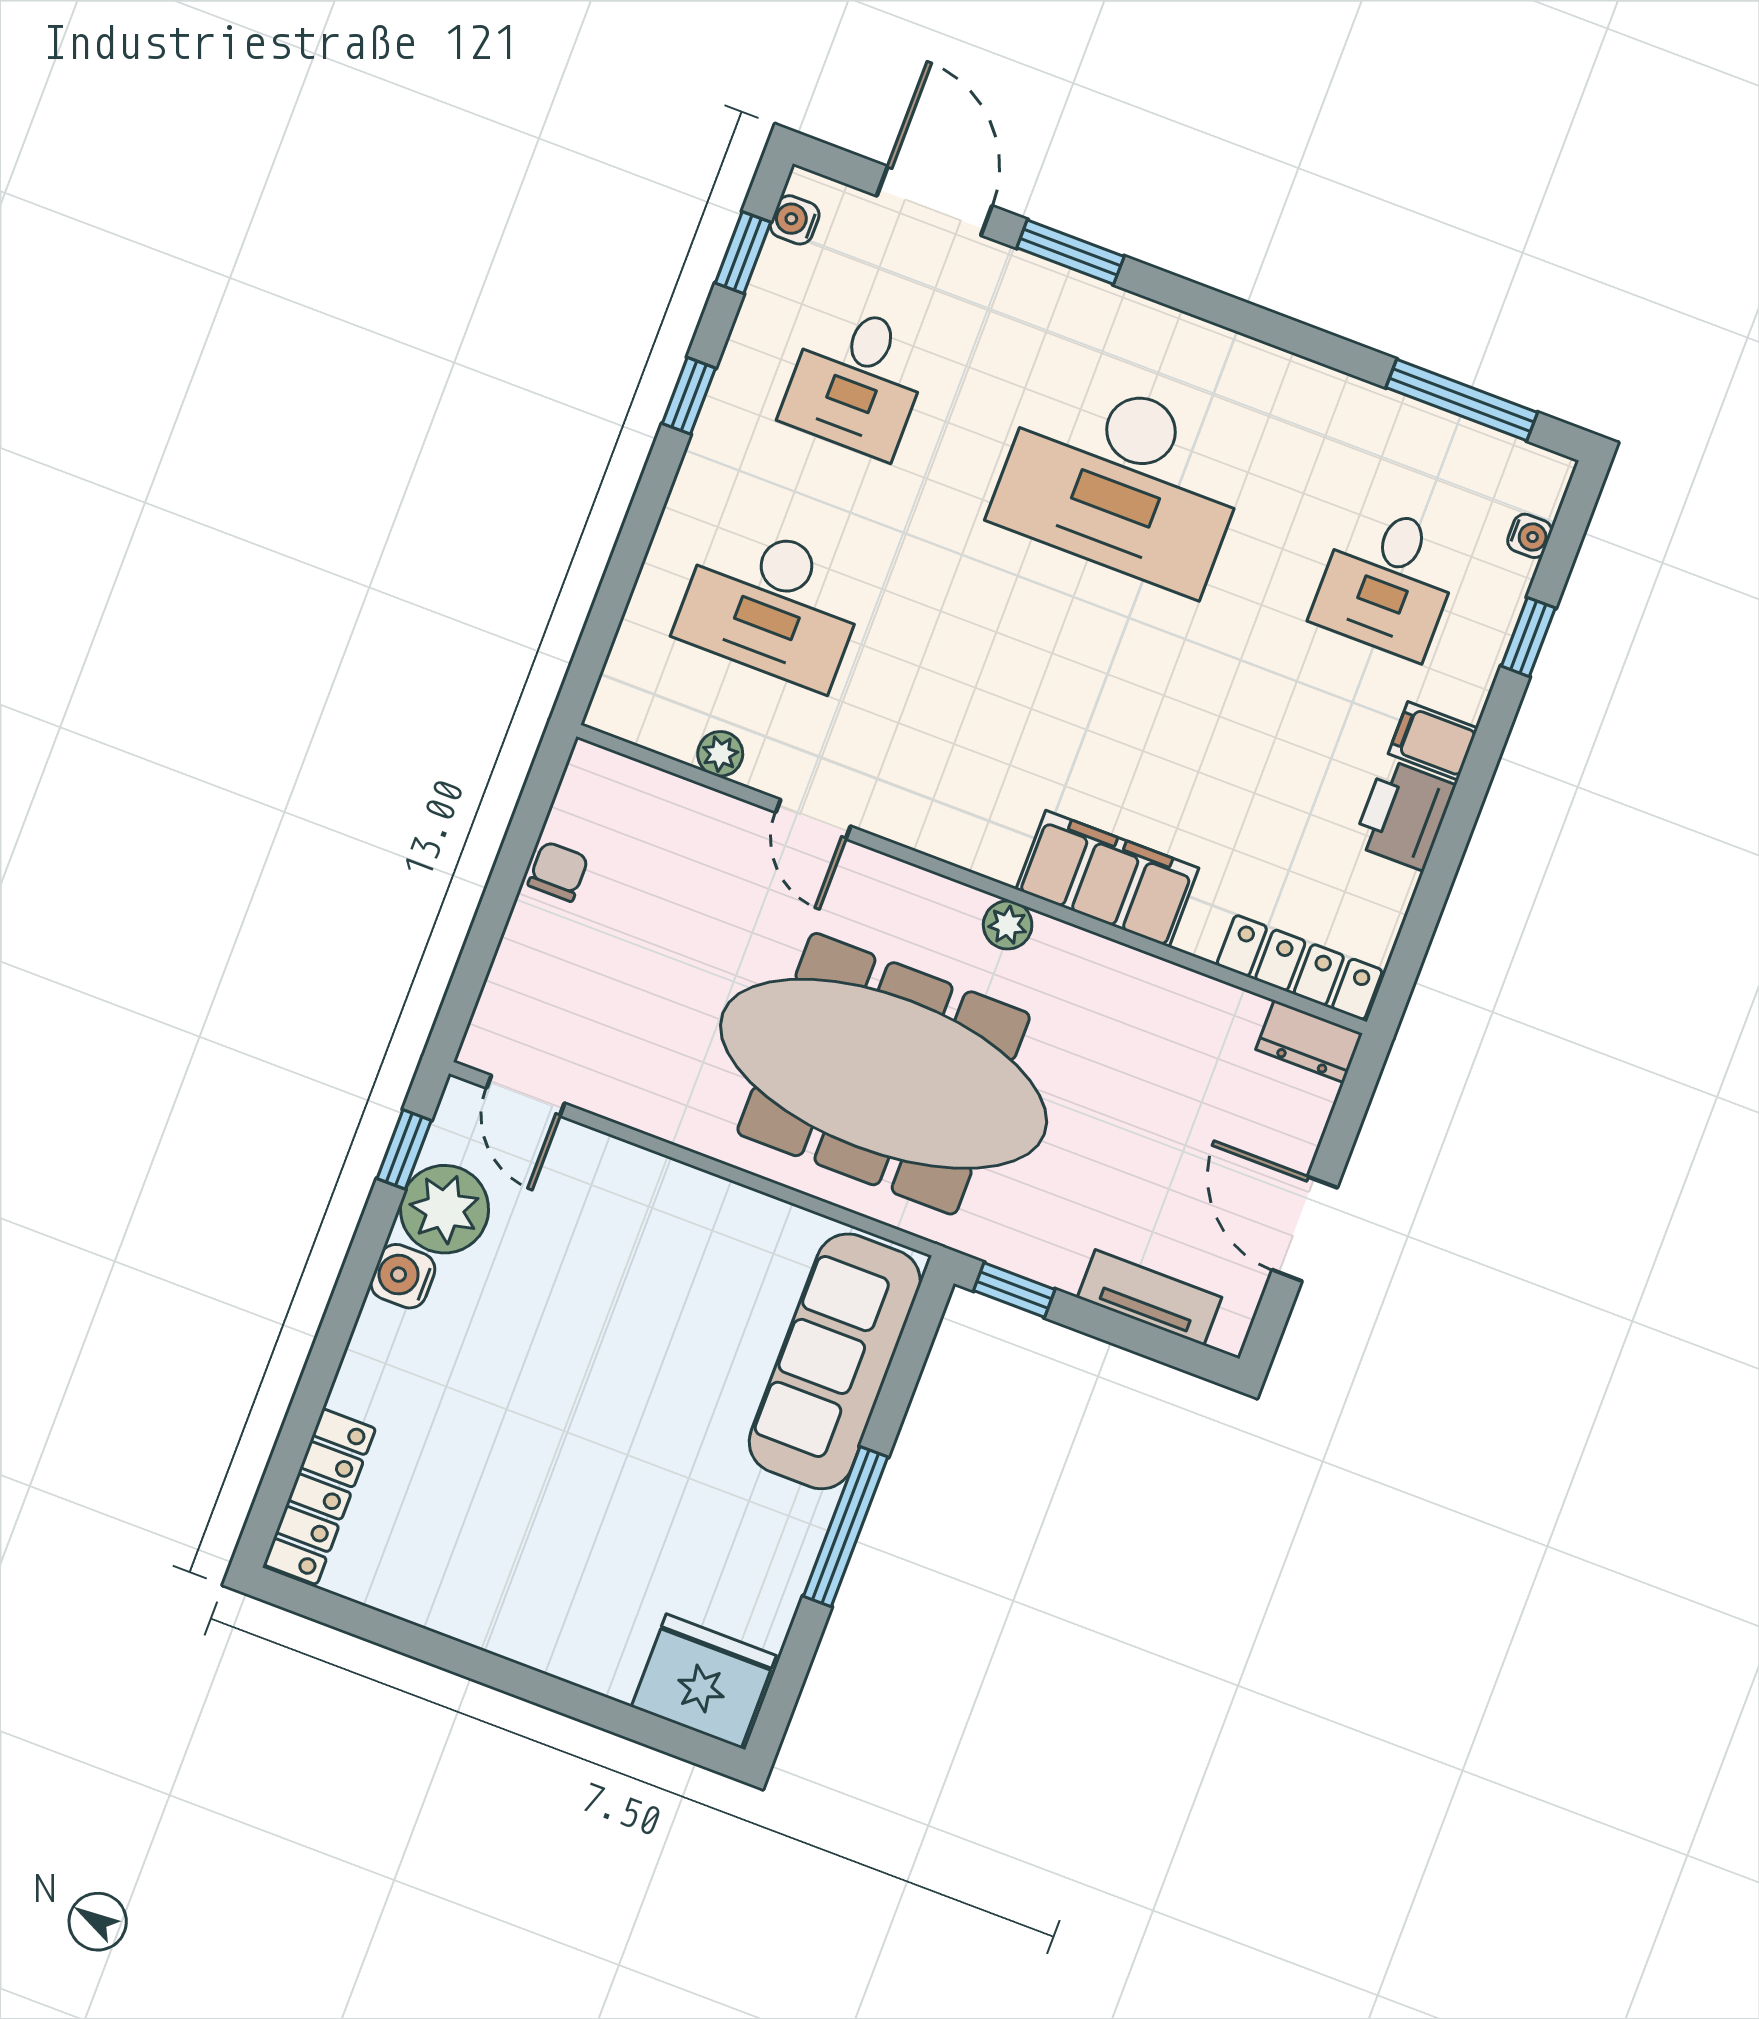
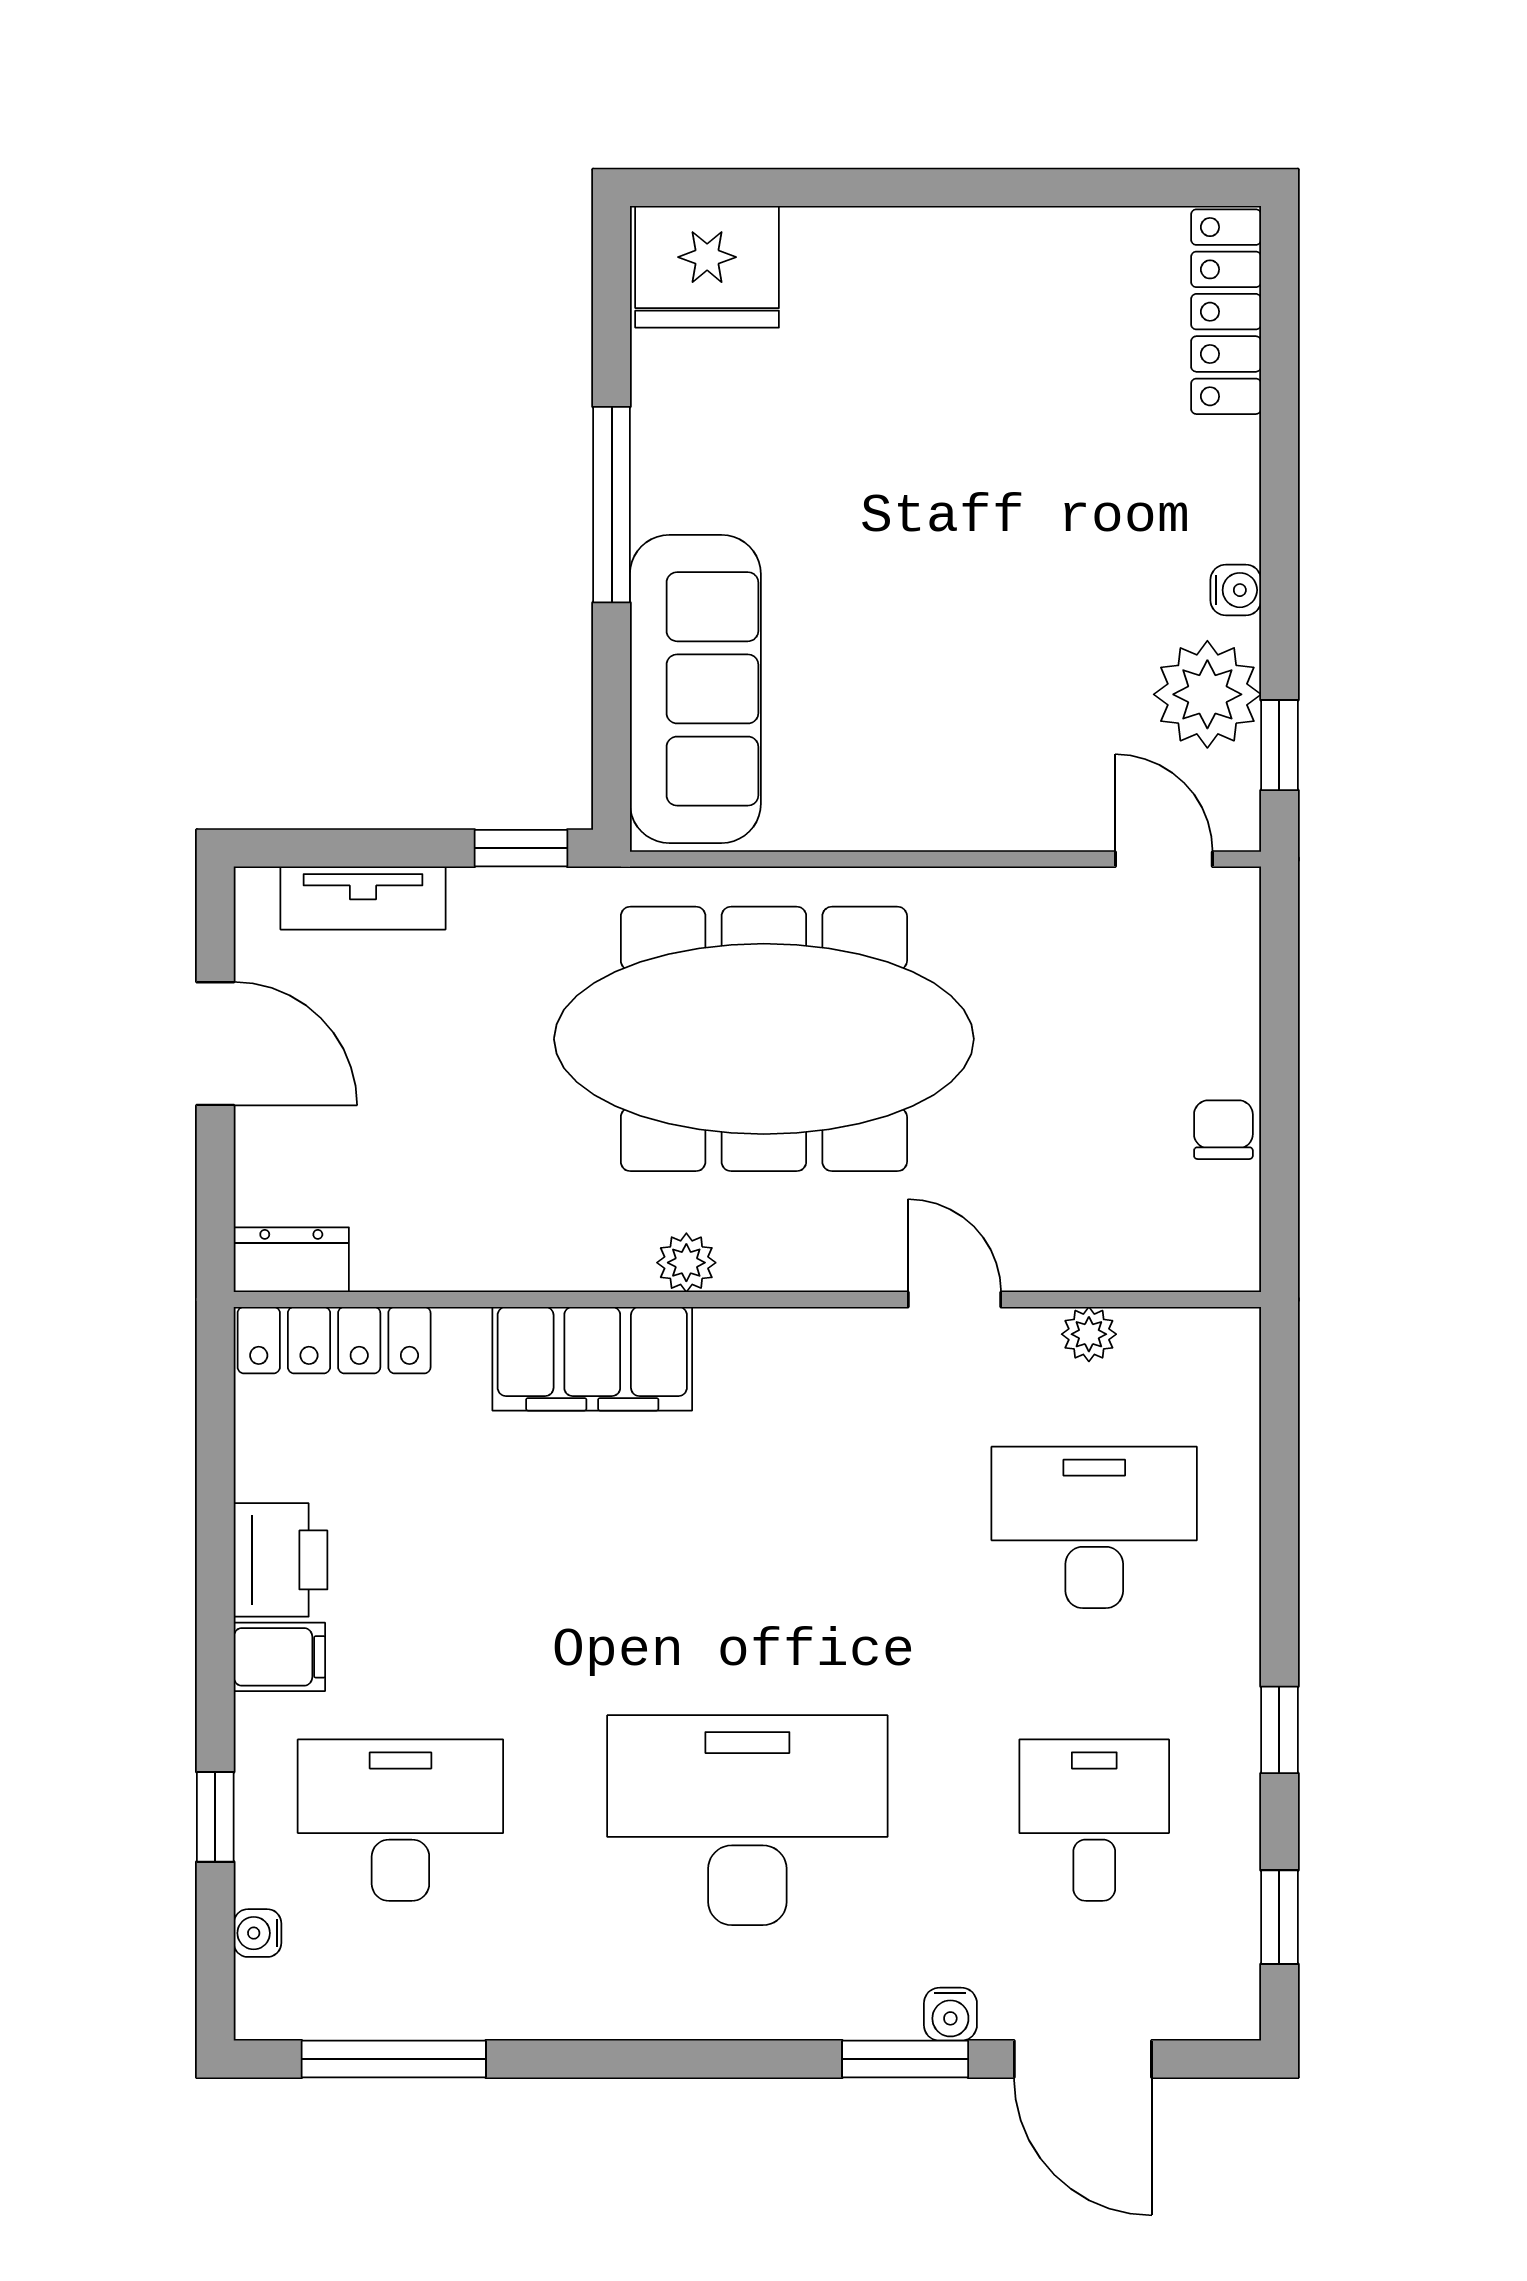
water cooler: (795, 220) -> (950, 2014), moved, turned 90
desk: (1388, 581) -> (400, 1820), width x1.37
chair: (558, 871) -> (1223, 1130), turned 180
water cooler: (403, 1276) -> (1236, 590), width x0.72, depth x0.72

